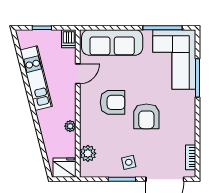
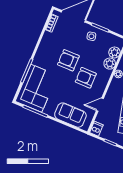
sofa: (112, 42) -> (70, 115), width x0.73
armchair: (146, 116) -> (68, 60), turned -90
plant: (88, 135) -> (110, 64), added

